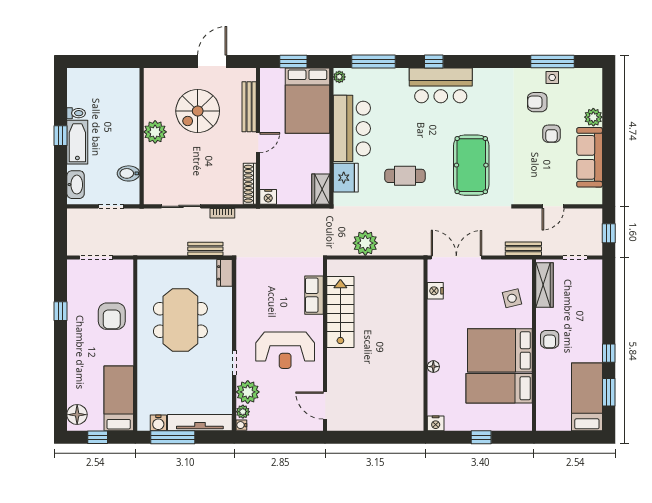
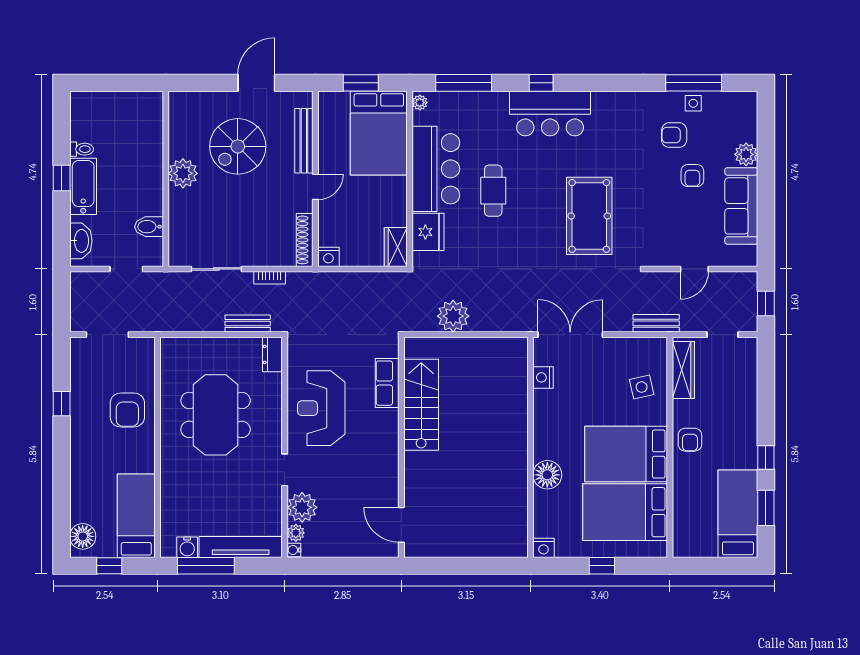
cafe table: (405, 176) -> (493, 191), moved, turned 90
reception desk: (285, 350) -> (321, 408), moved, turned 90
floor lamp: (433, 367) -> (547, 475), width x1.89, depth x1.89
bed: (499, 388) -> (625, 512), width x1.50

